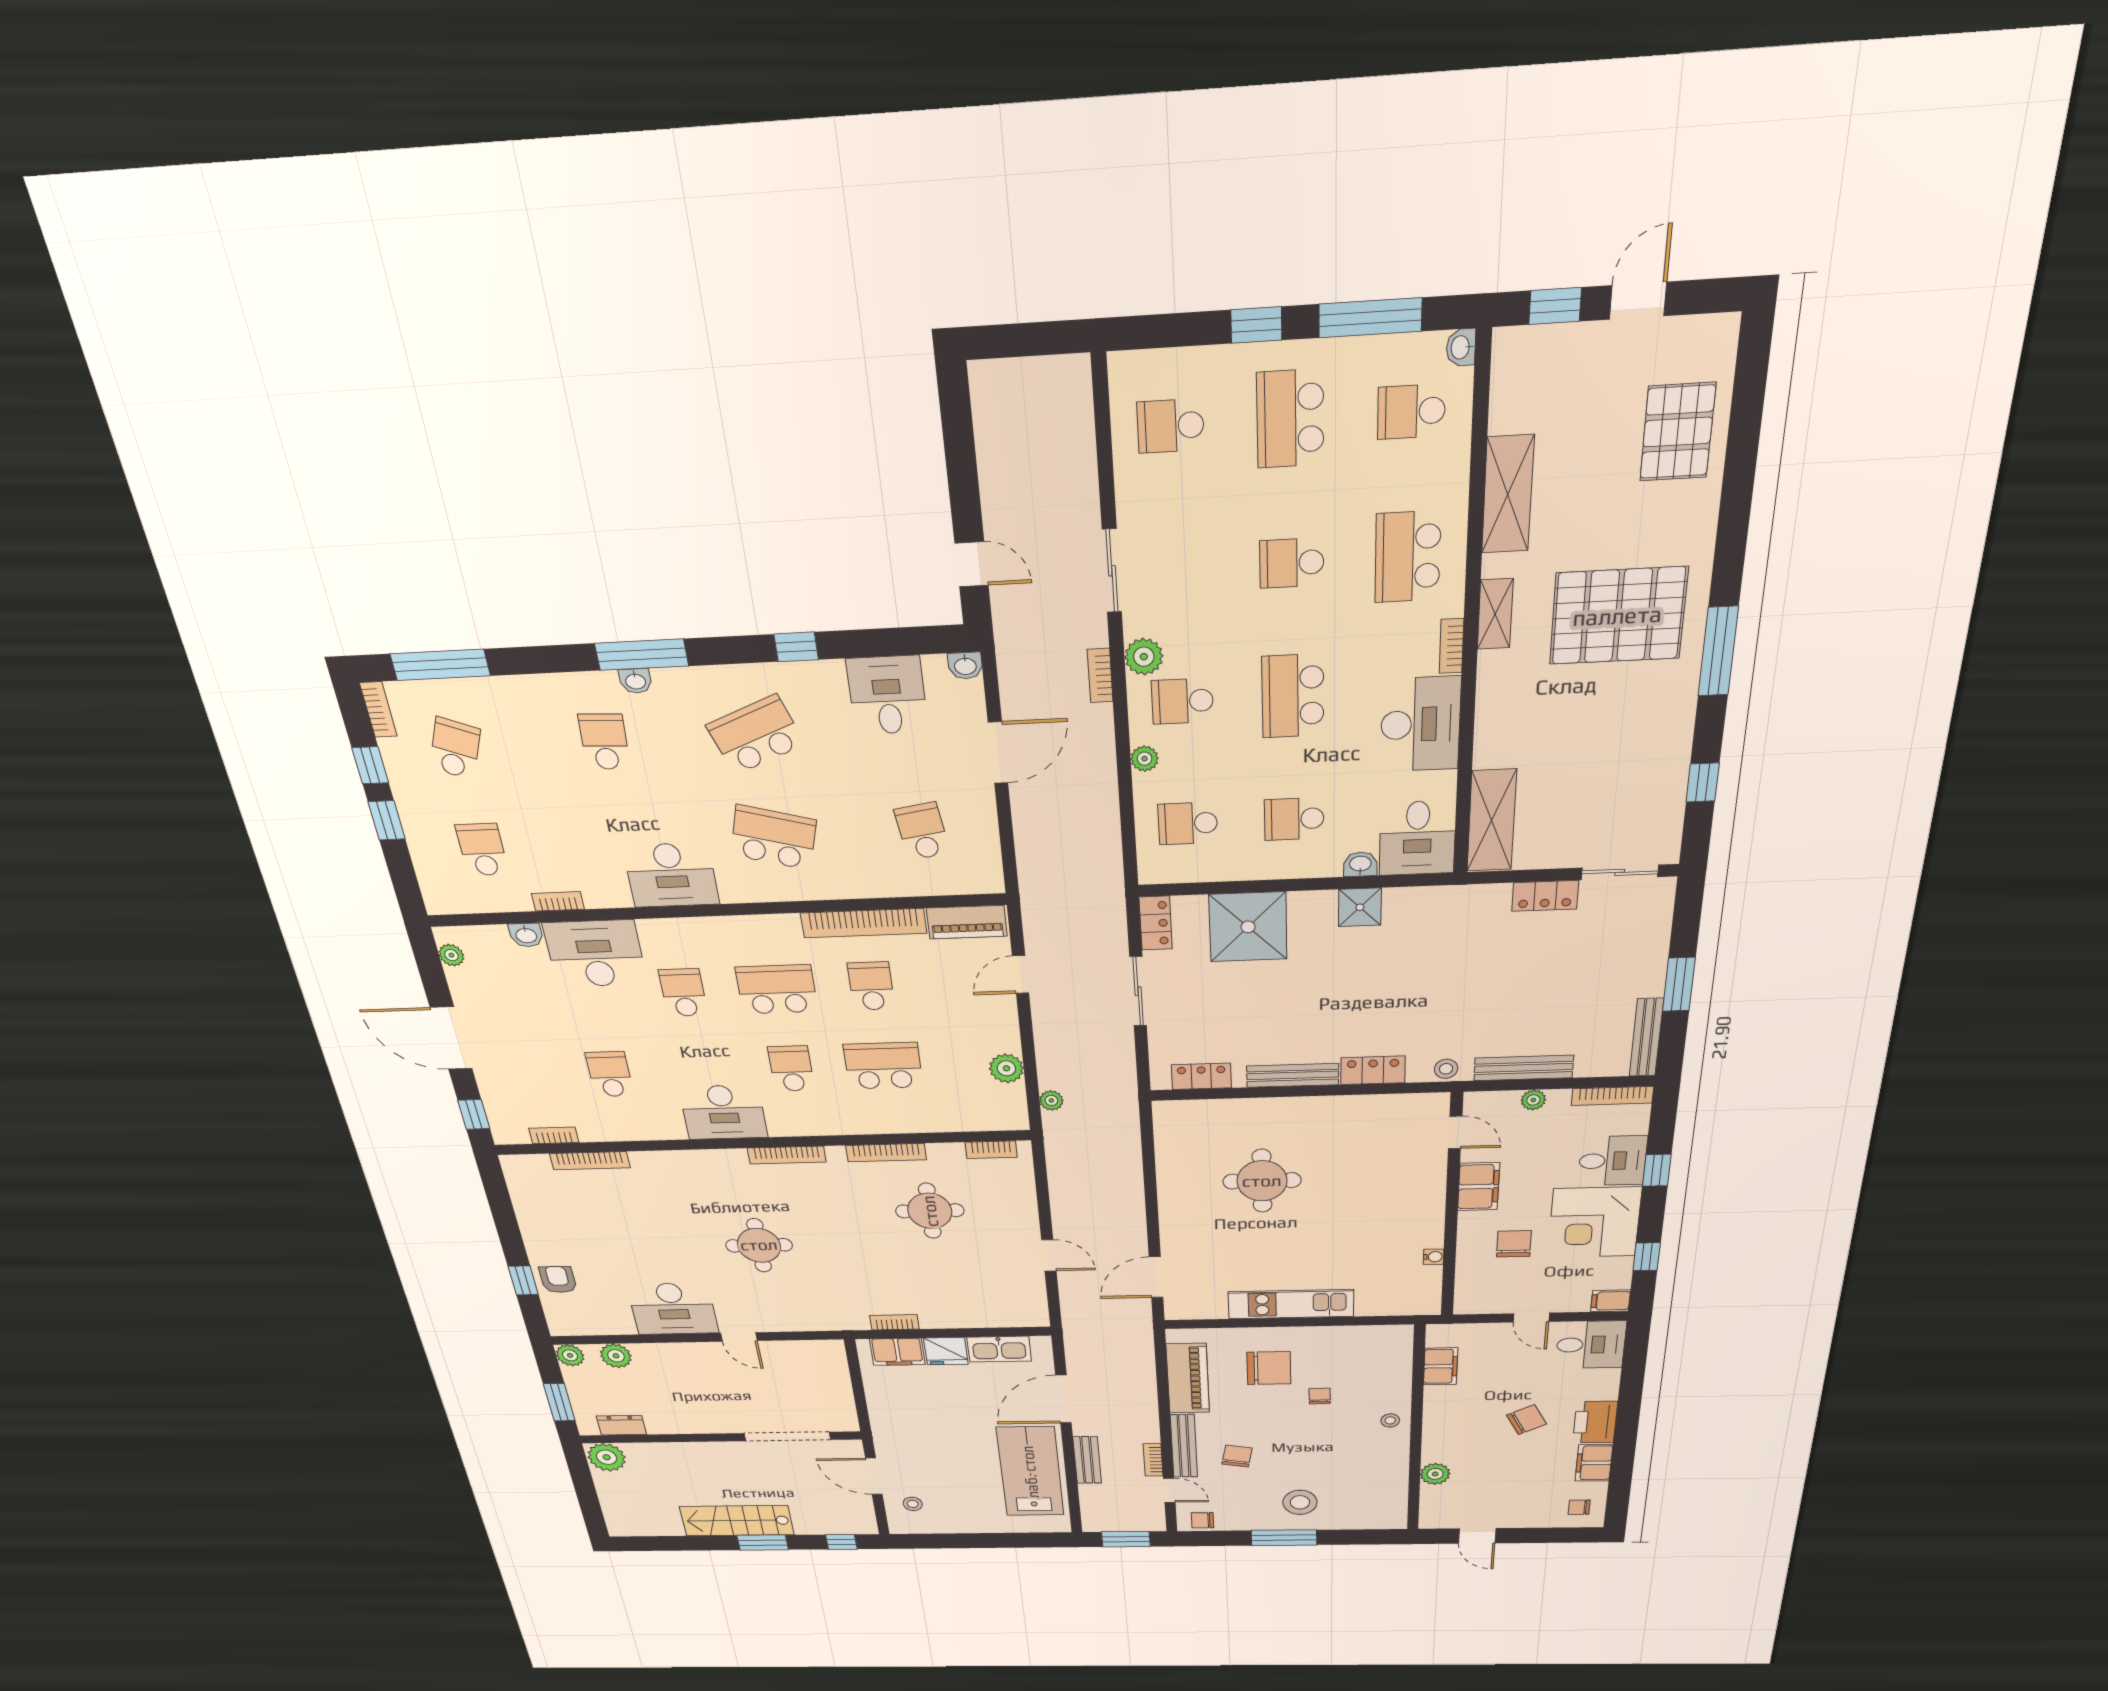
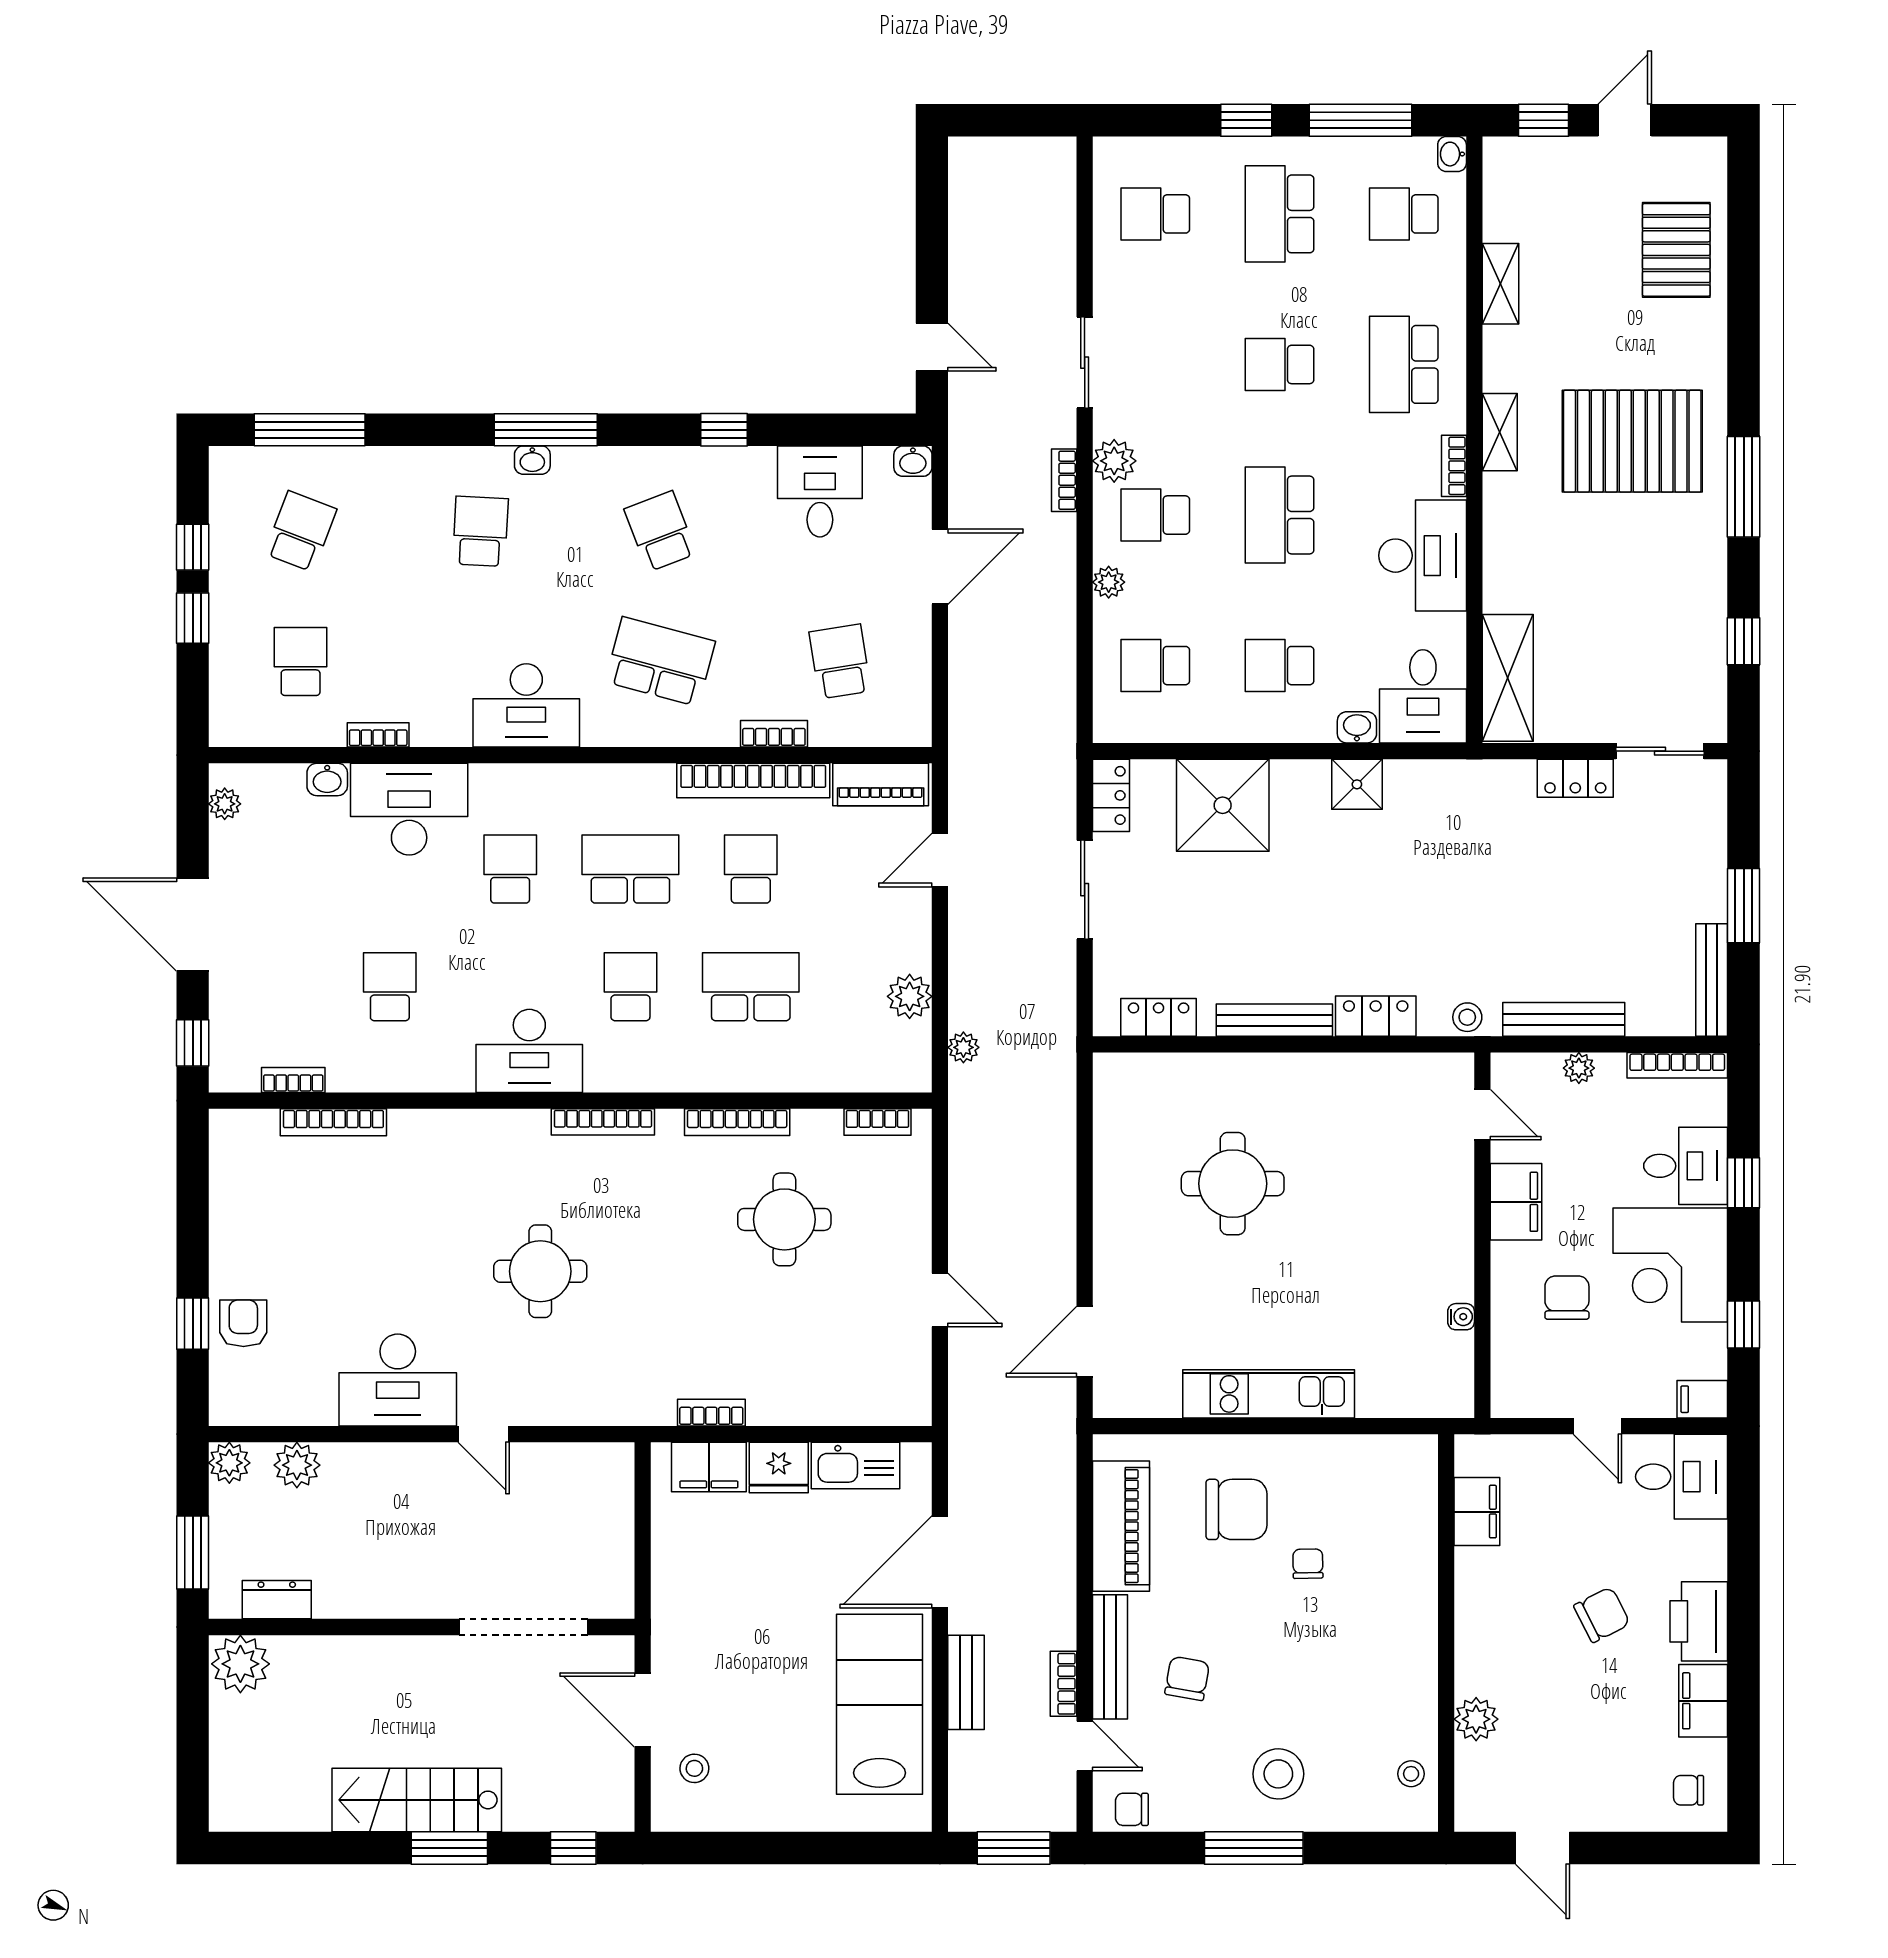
shelving: (1508, 494) -> (1500, 284), width x0.67, depth x0.75
bookcase: (378, 709) -> (774, 734), moved, turned -90
school desk: (756, 735) -> (660, 531), width x0.54
stool: (1390, 1420) -> (1411, 1774), moved

